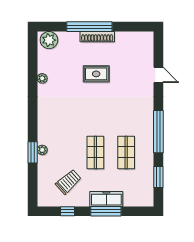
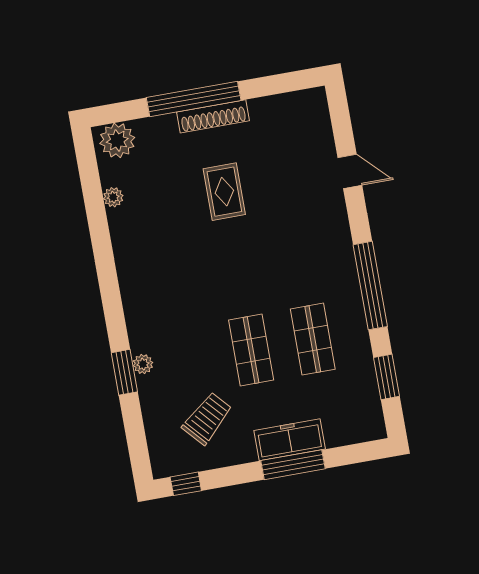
rug: (96, 74) -> (224, 192), turned 90
plant: (42, 78) -> (113, 197), moved
window: (68, 211) -> (186, 484), moved

